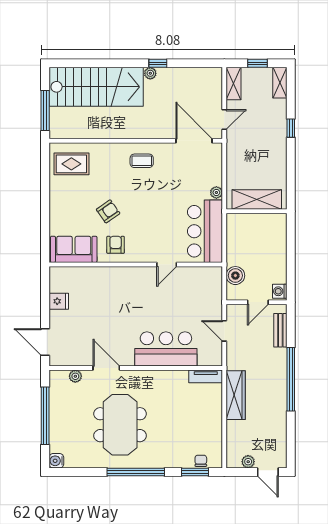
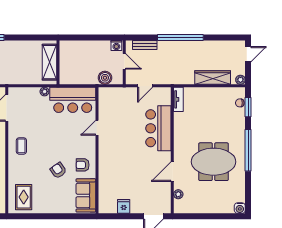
door: (167, 265) -> (97, 128), swing flipped
wardrobe: (236, 395) -> (213, 78), moved
window: (45, 416) -> (207, 216), removed
plant: (248, 462) -> (240, 80), moved

